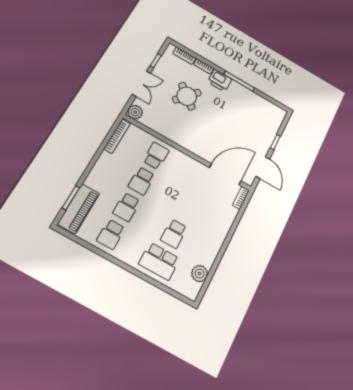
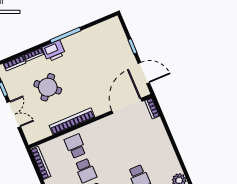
plant: (135, 112) -> (32, 136), removed
bookcase: (175, 137) -> (72, 121), added

